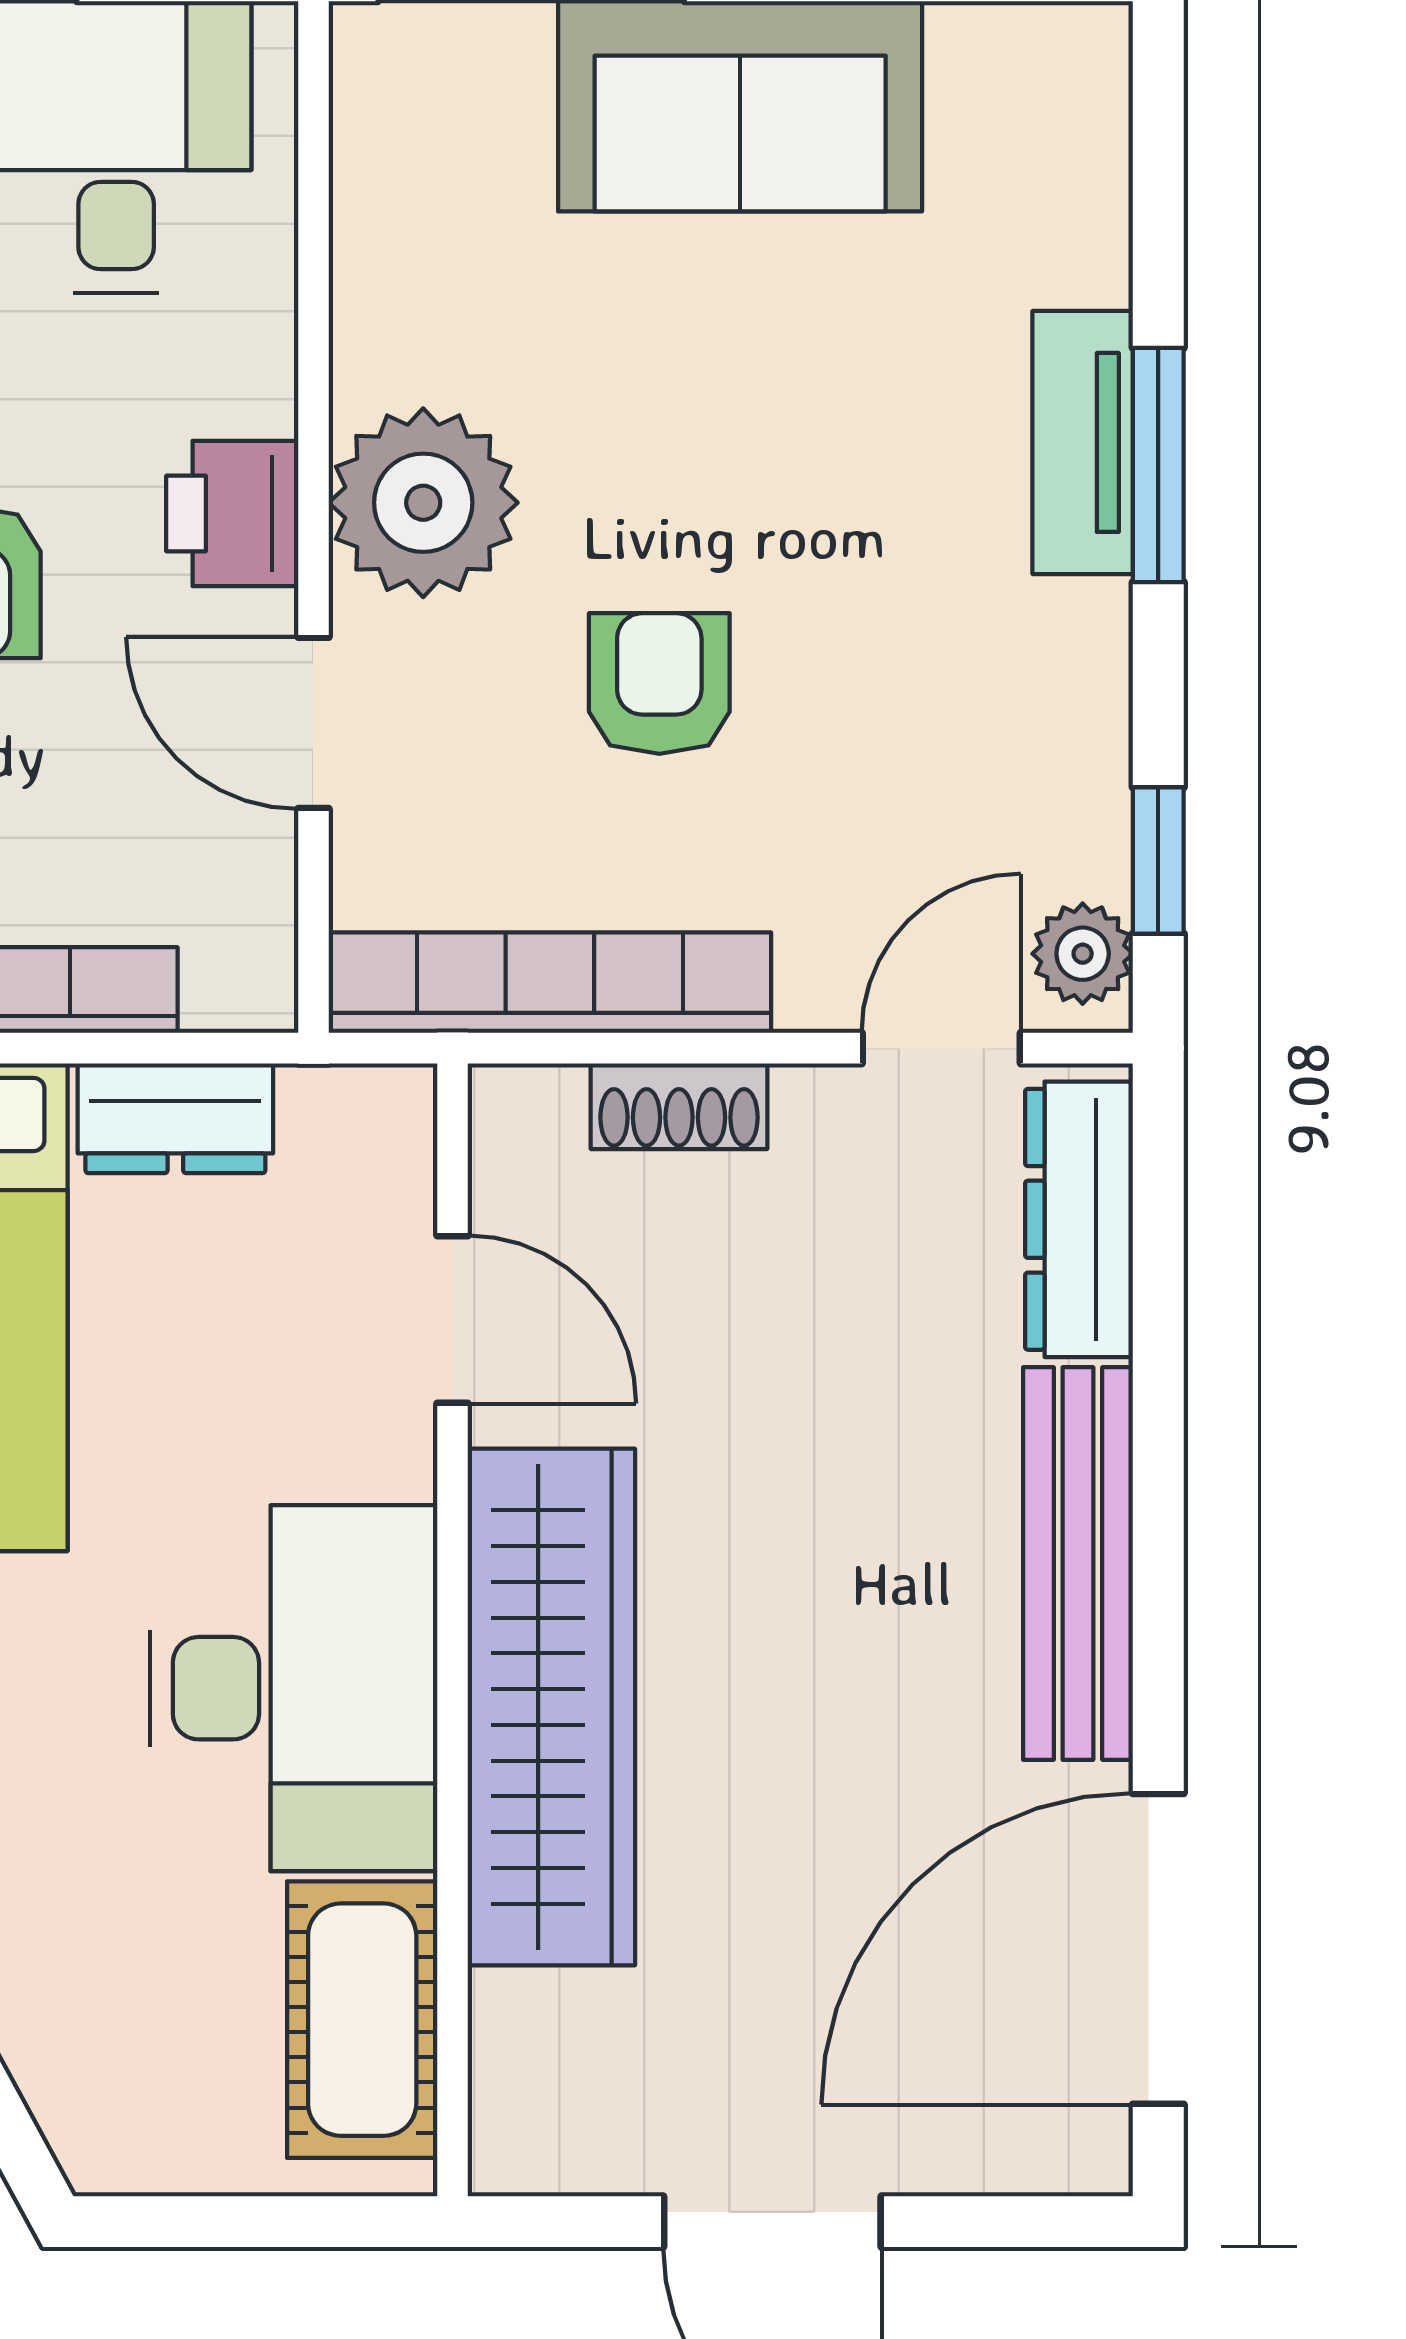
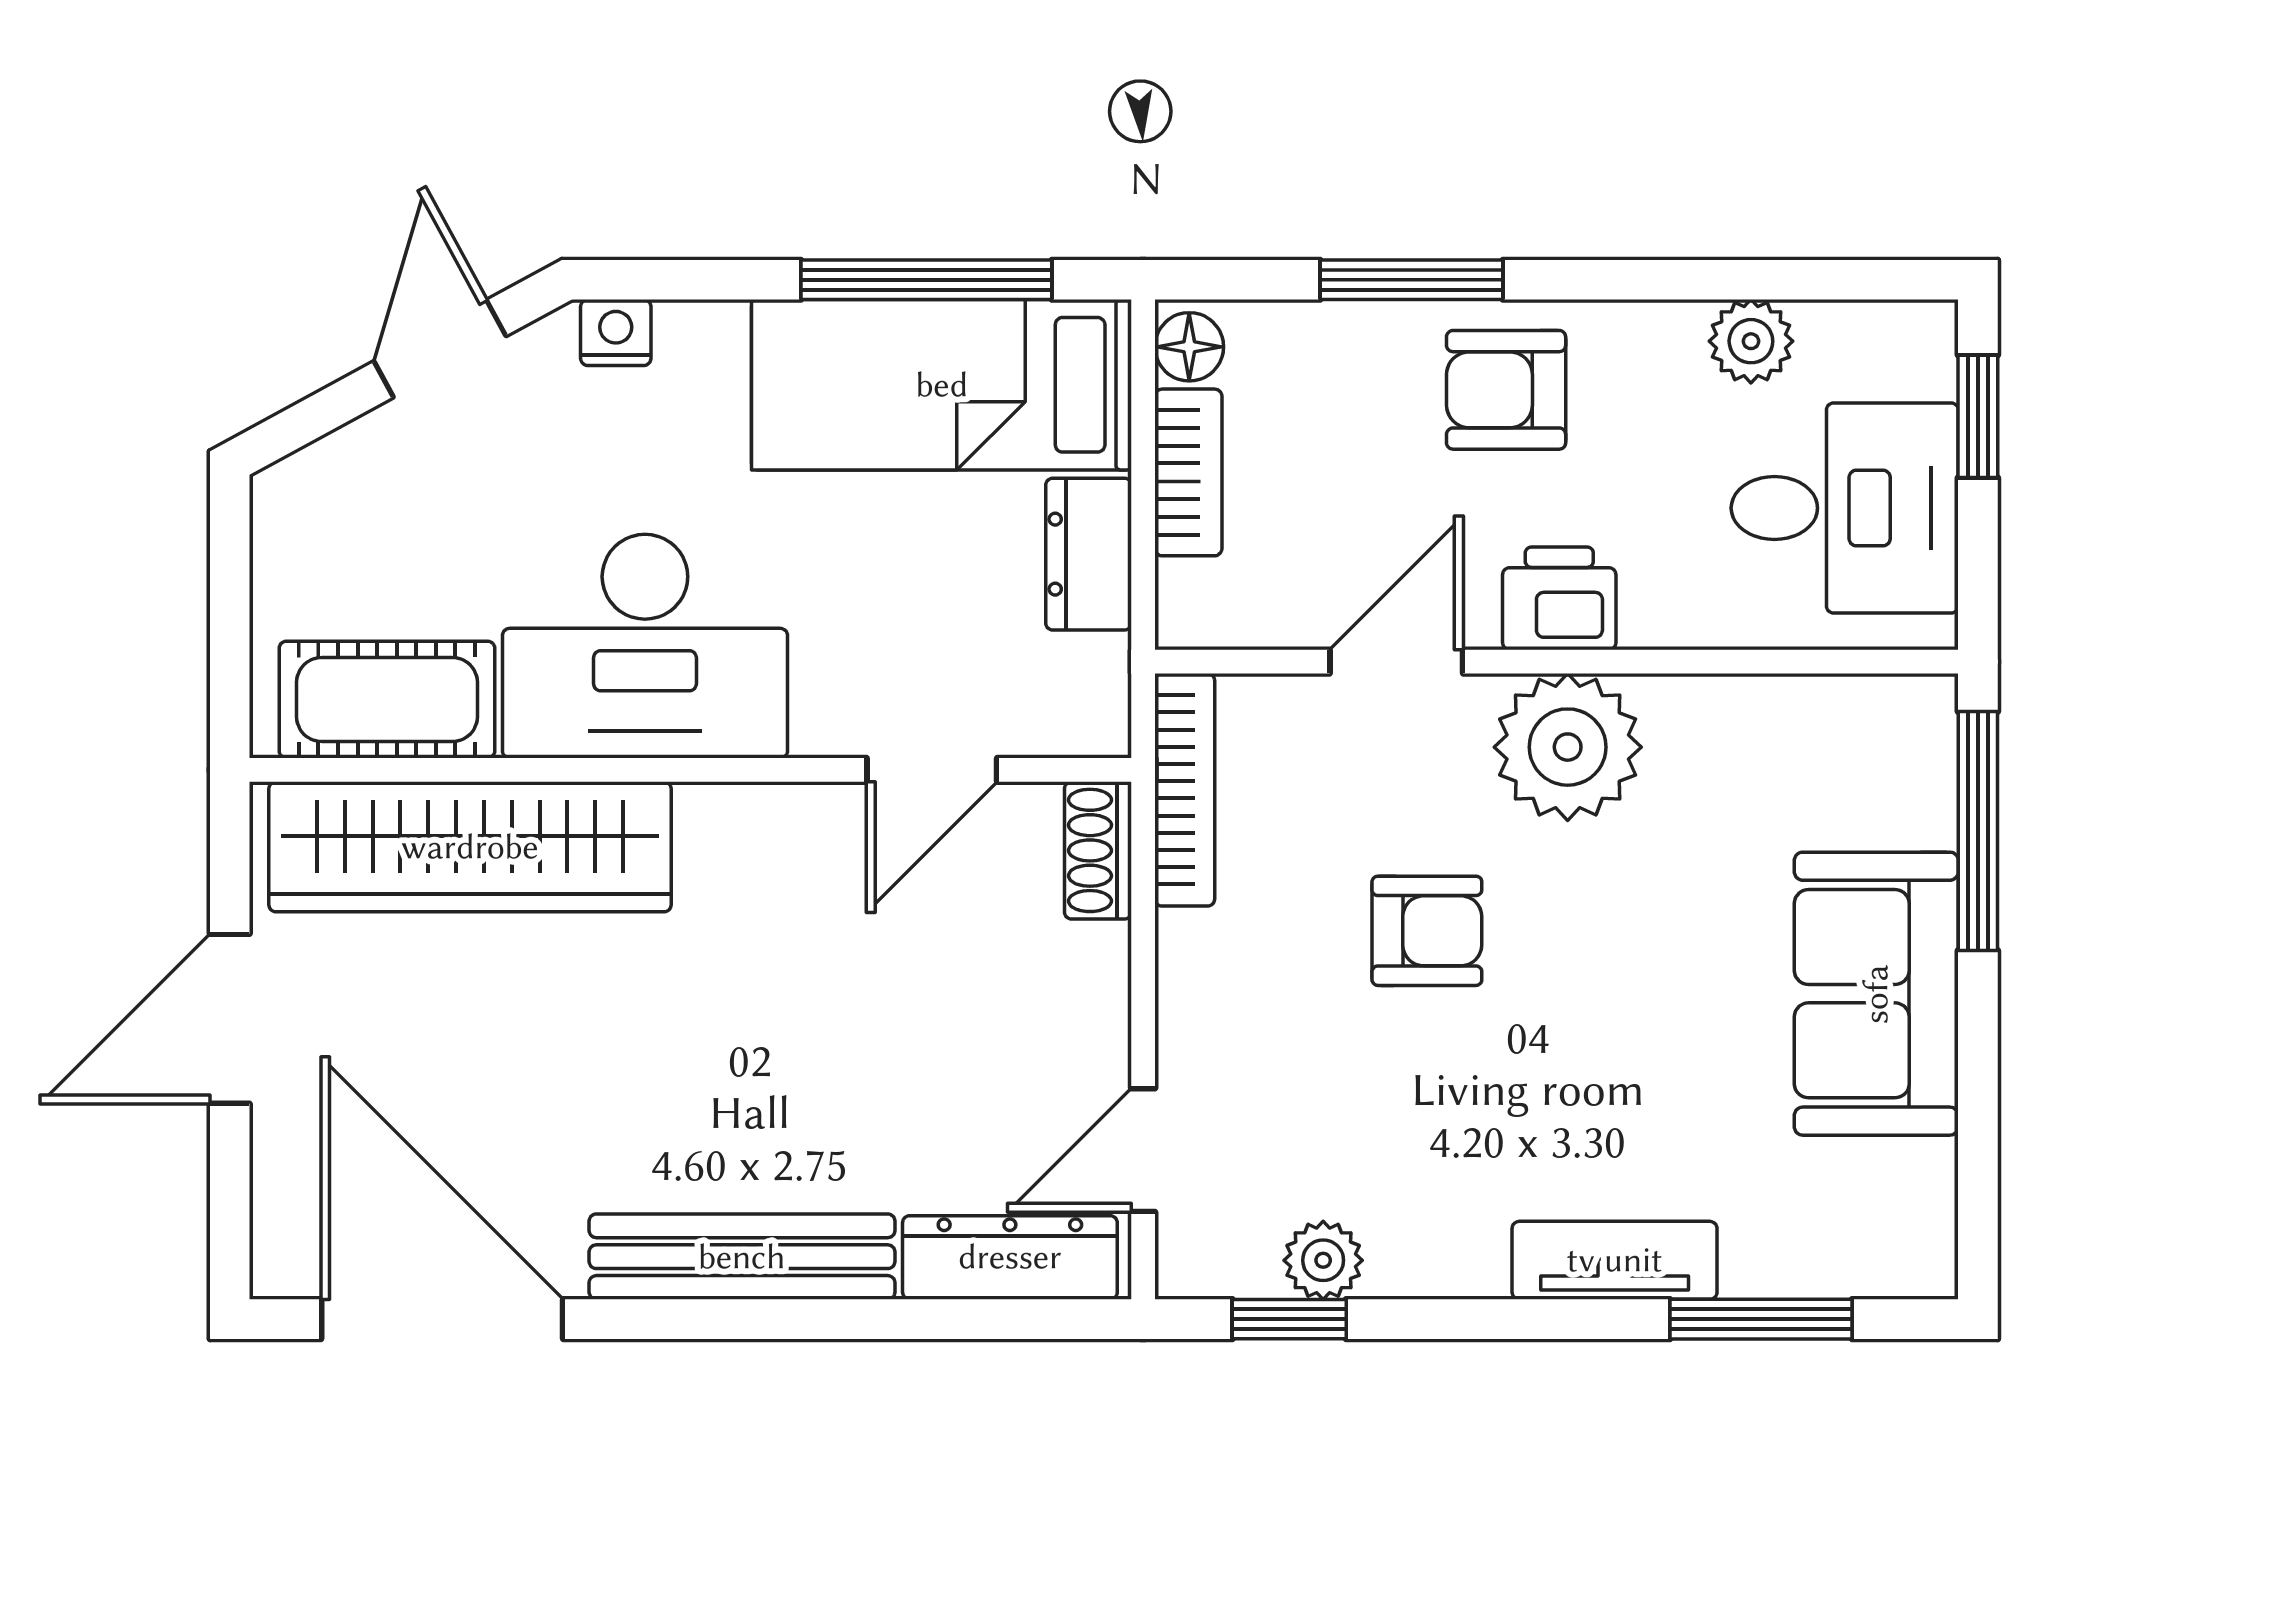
window: (1158, 465) -> (1761, 1319), moved
plant: (1083, 954) -> (1323, 1260), moved
bookcase: (550, 983) -> (1185, 790), width x0.68, depth x0.76
door: (941, 1048) -> (1143, 1150), swing flipped
shoe rack: (679, 1106) -> (1098, 850), moved
wardrobe: (551, 1707) -> (470, 847), moved

